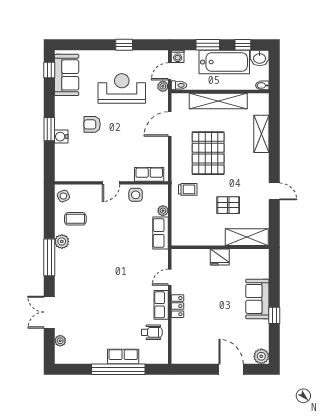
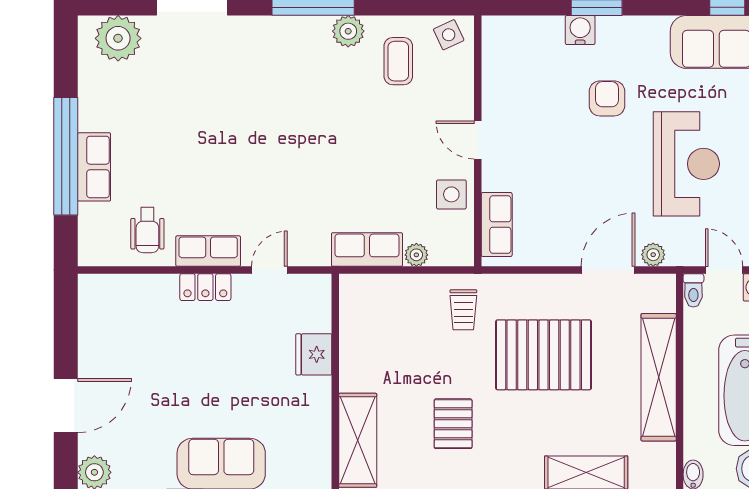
plant: (163, 86) -> (653, 255), moved
door: (170, 124) -> (608, 270), hinge flipped
pallet: (228, 205) -> (453, 424), moved
fridge: (220, 257) -> (314, 354), moved
door: (170, 277) -> (269, 270), hinge flipped
plant: (60, 341) -> (118, 38), width x1.88, depth x1.88

